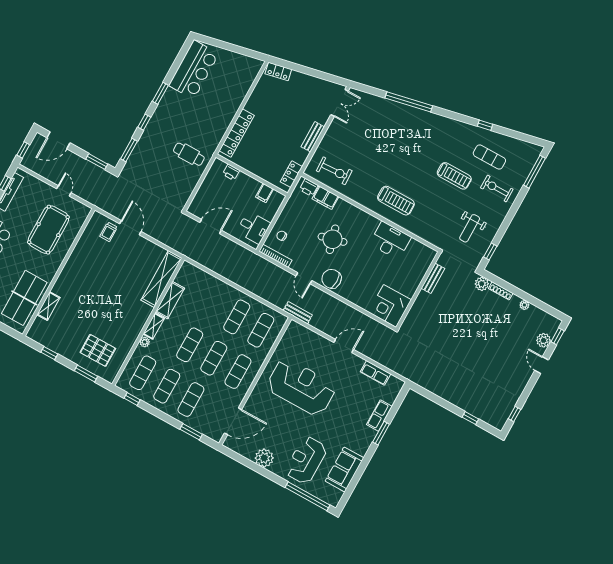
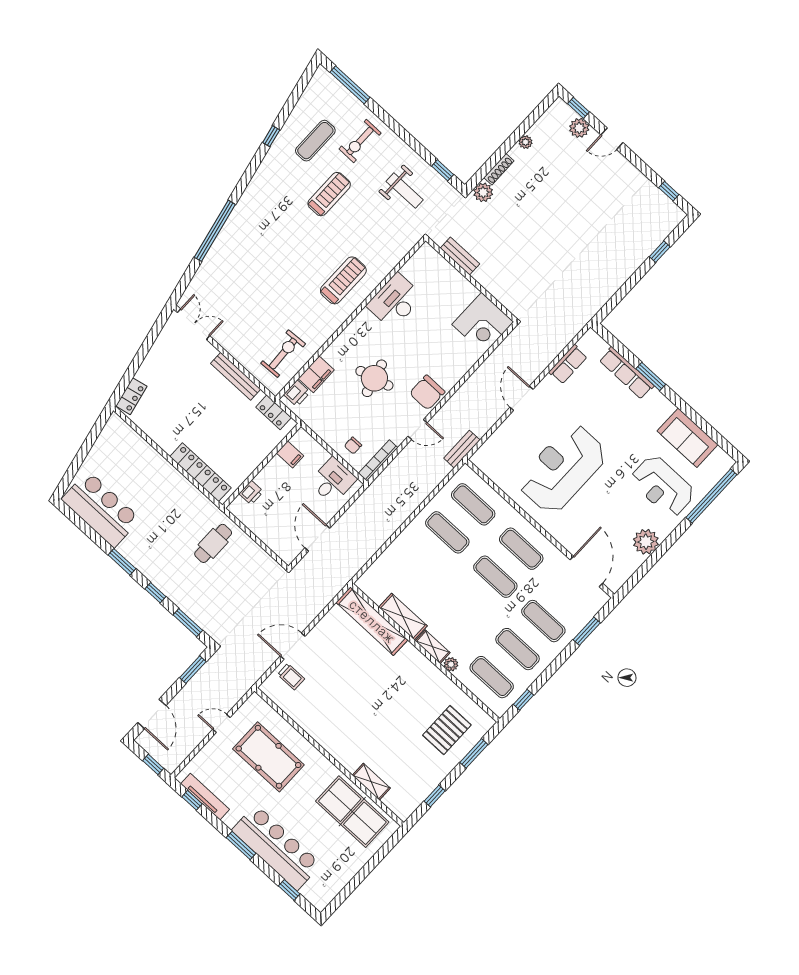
bench: (313, 137) -> (236, 376), width x1.36
exercise mat: (190, 345) -> (469, 605), removed
row of seats: (379, 416) -> (627, 373), width x1.48

